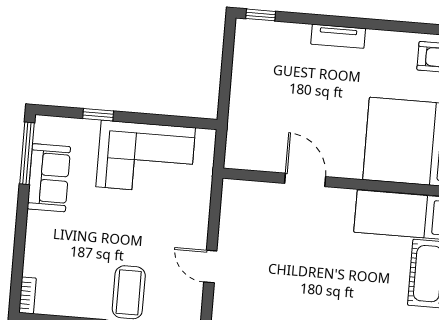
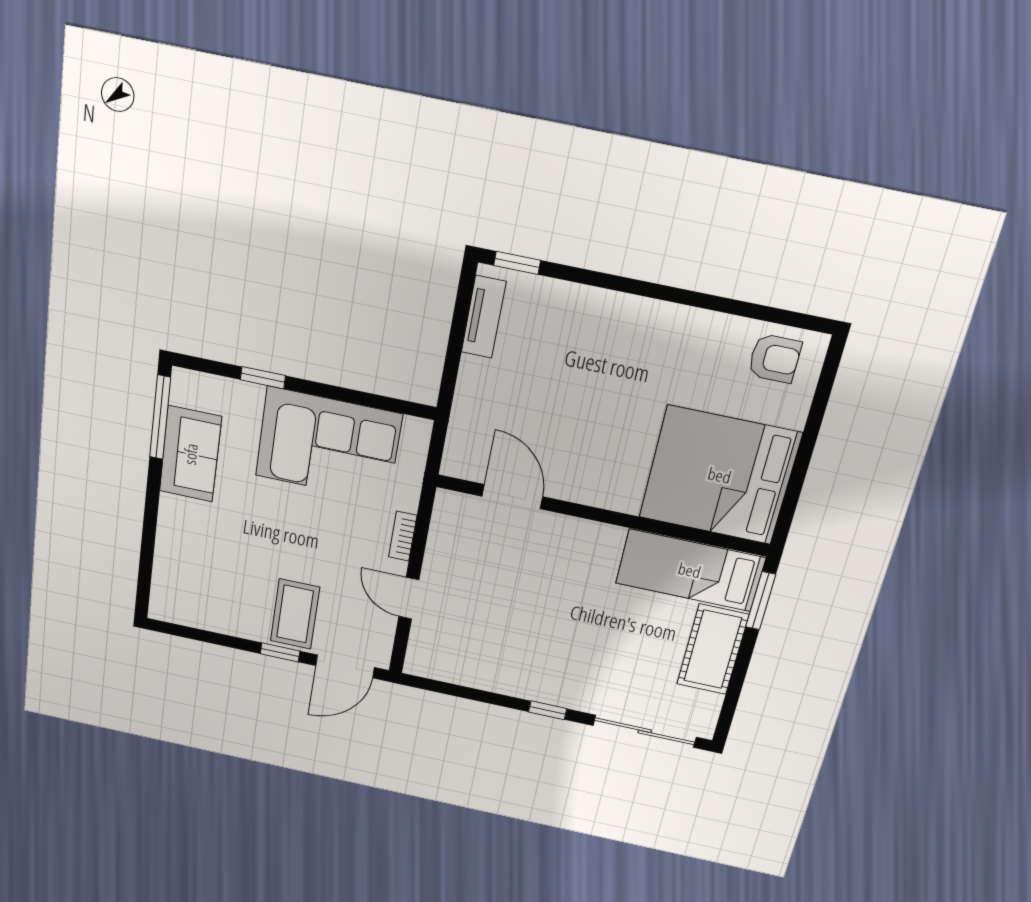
tv unit: (338, 36) -> (484, 317), moved, turned -90
door: (305, 180) -> (512, 497), moved
bookcase: (27, 295) -> (403, 536), moved, turned 180

